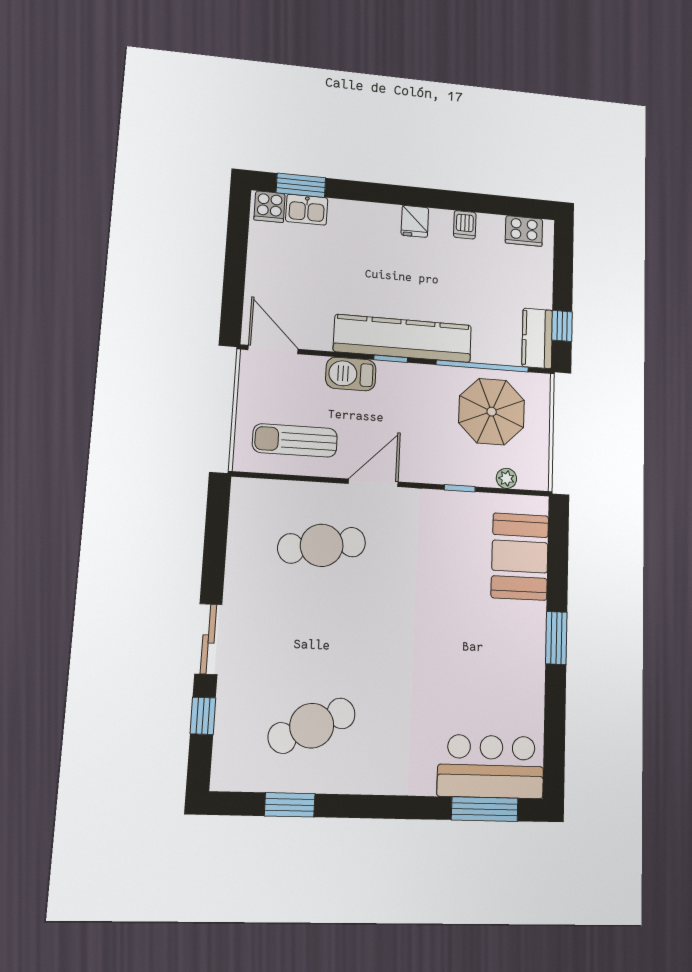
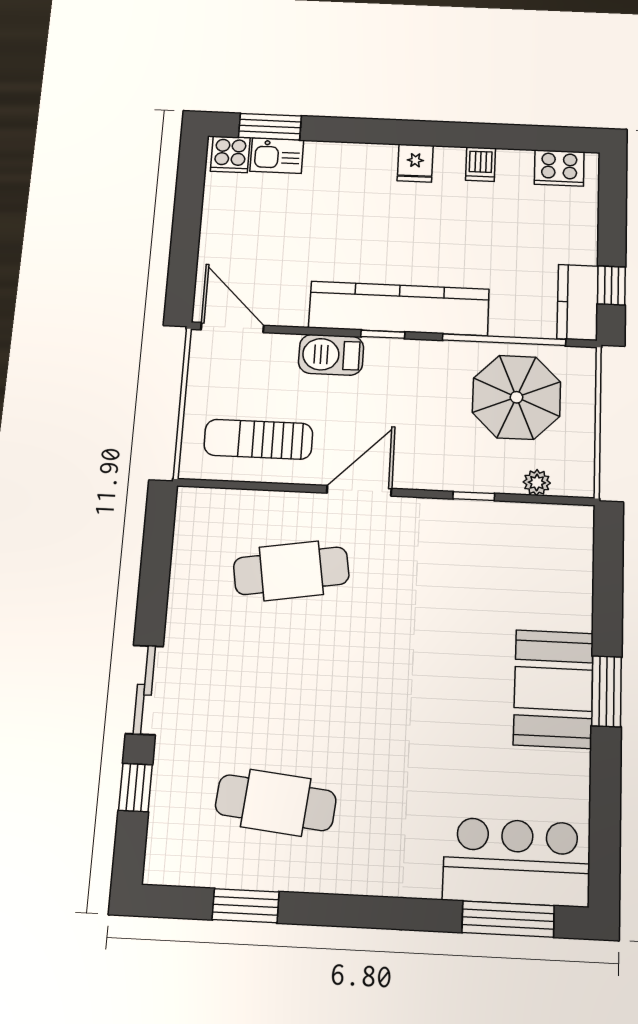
booth: (520, 556) -> (553, 689), moved
cafe table: (312, 726) -> (276, 803), turned 30

